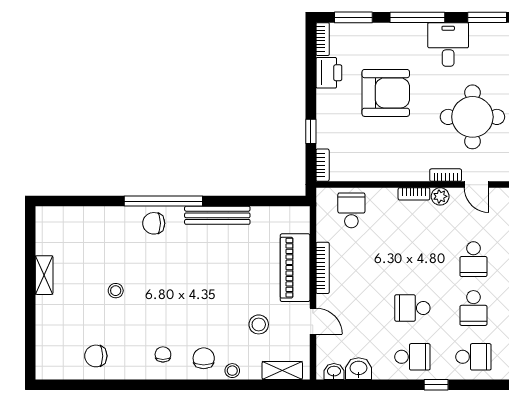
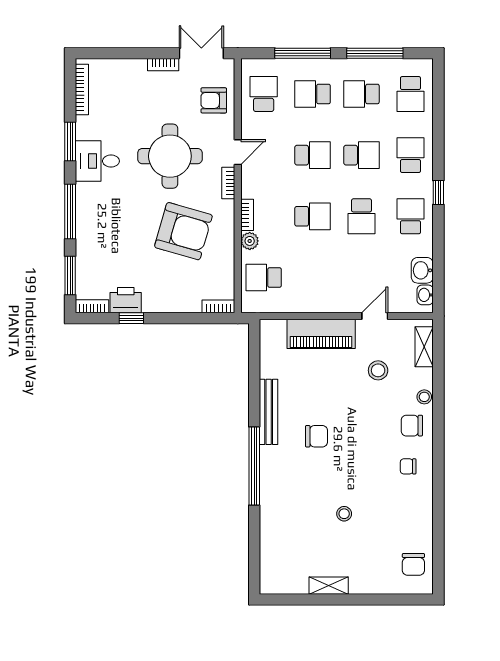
desk: (448, 44) -> (97, 161), moved
armchair: (386, 93) -> (183, 231), moved, turned 106
window: (311, 131) -> (131, 318), moved
plant: (440, 196) -> (250, 241), moved
chair: (154, 223) -> (316, 436), moved, turned -90
school desk: (412, 259) -> (313, 216), added
bookcase: (323, 268) -> (321, 306), removed
chair: (96, 356) -> (413, 564), moved

